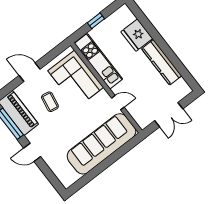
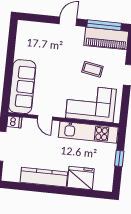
door: (118, 103) -> (45, 118), hinge flipped
dishwasher: (142, 122) -> (14, 122), added
sofa: (101, 144) -> (22, 87), width x0.74, depth x0.79

